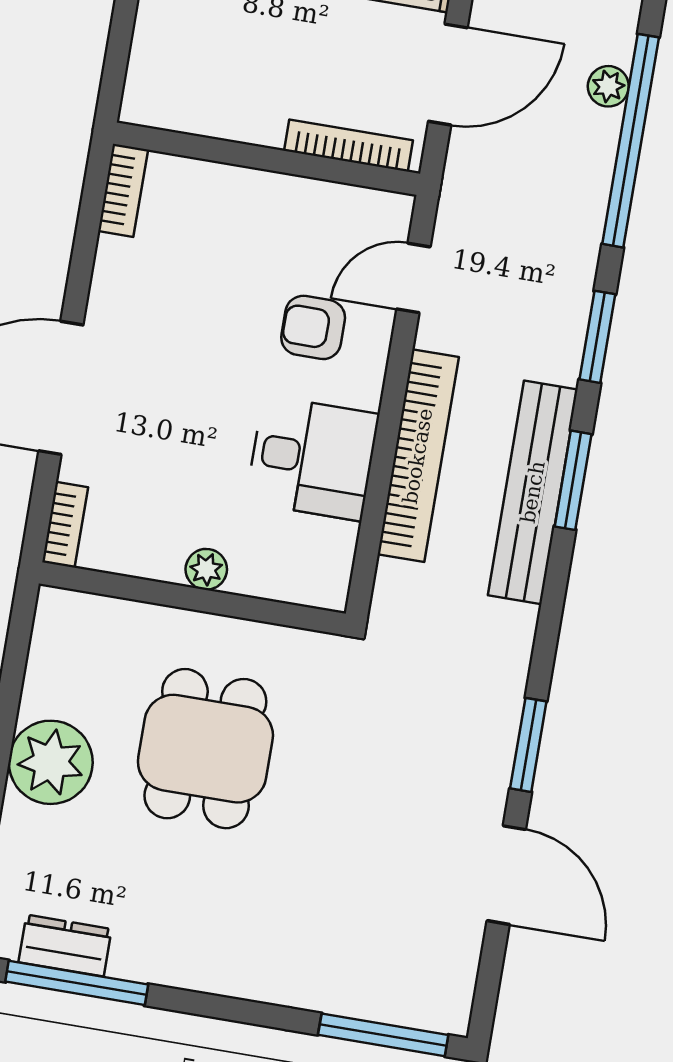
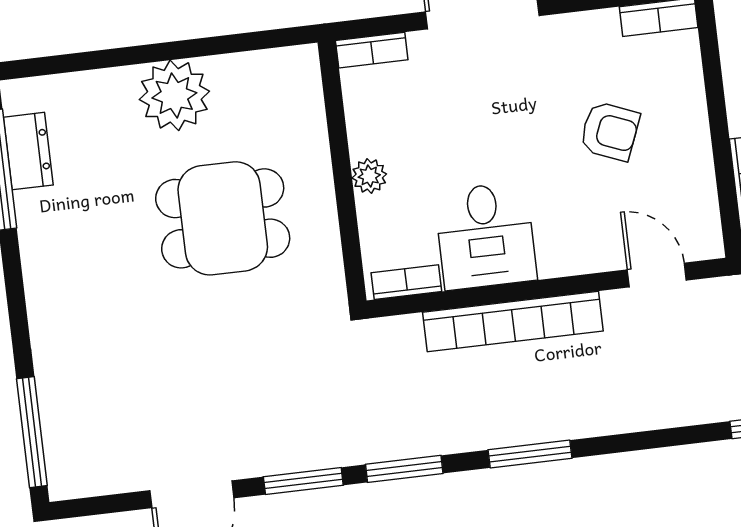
armchair: (313, 327) -> (610, 131), moved, turned 112
window: (597, 337) -> (404, 469), moved
bench: (533, 492) -> (511, 424), removed
bookcase: (338, 563) -> (406, 282), added

